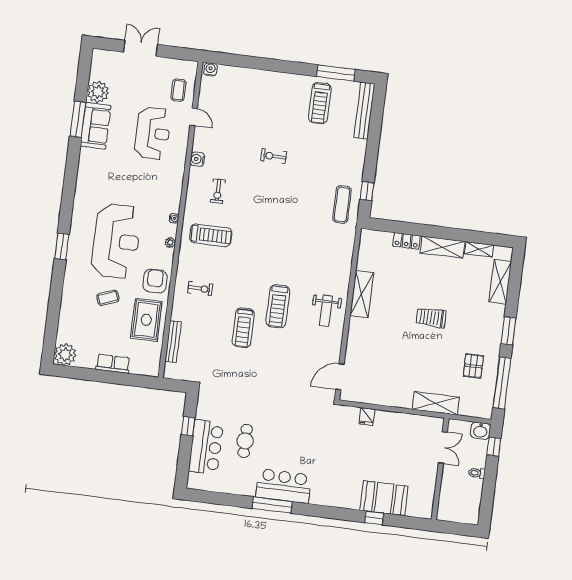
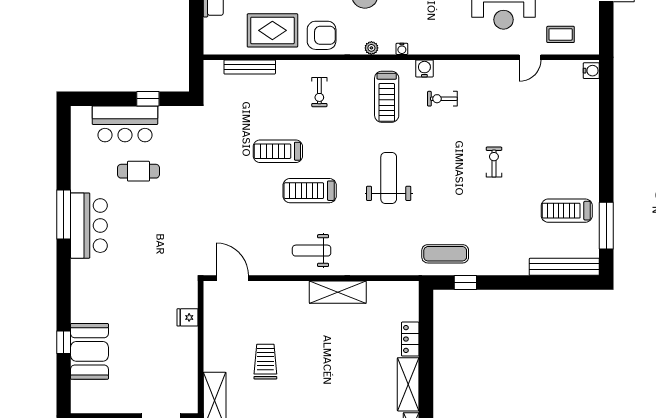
water cooler: (197, 159) -> (424, 68), moved
weight bench: (276, 242) -> (389, 178), added
trolley: (431, 318) -> (265, 362), moved

